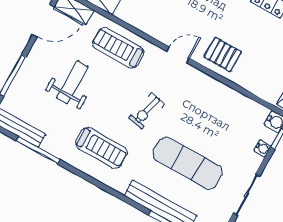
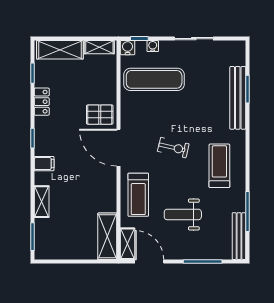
pallet: (223, 54) -> (100, 115), turned 90
door: (178, 55) -> (118, 148), width x1.87
exercise mat: (188, 163) -> (154, 79), moved, turned 90

